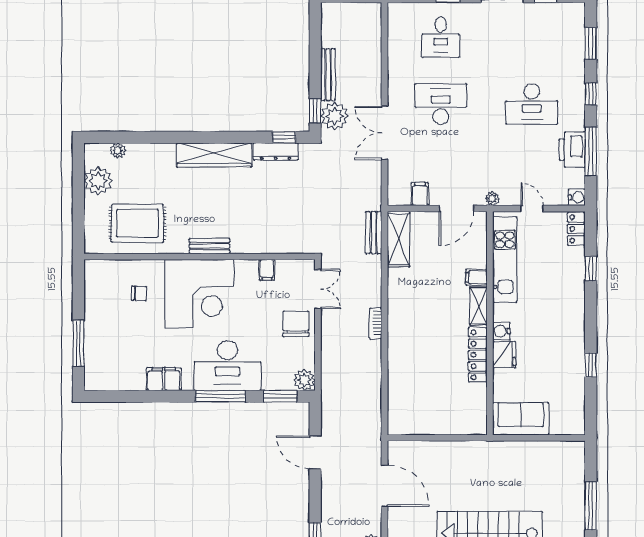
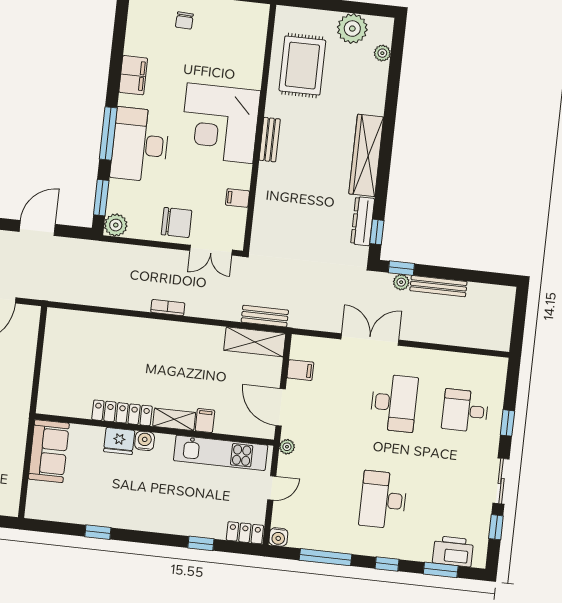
plant: (335, 116) -> (401, 282), width x0.53, depth x0.53
printer: (572, 150) -> (453, 551), moved
chair: (139, 293) -> (184, 21), moved

